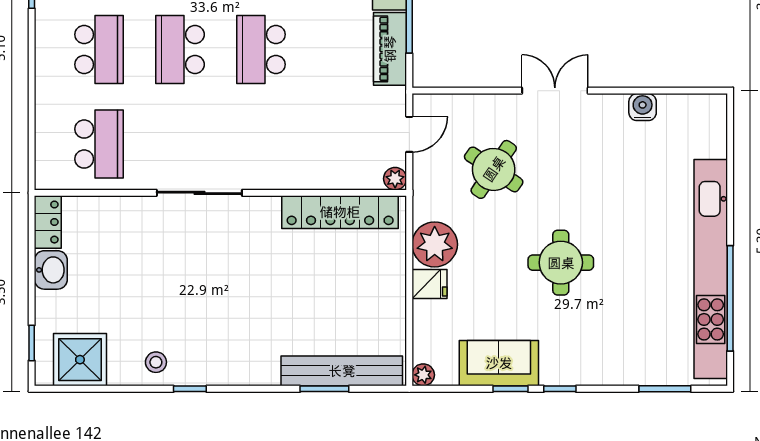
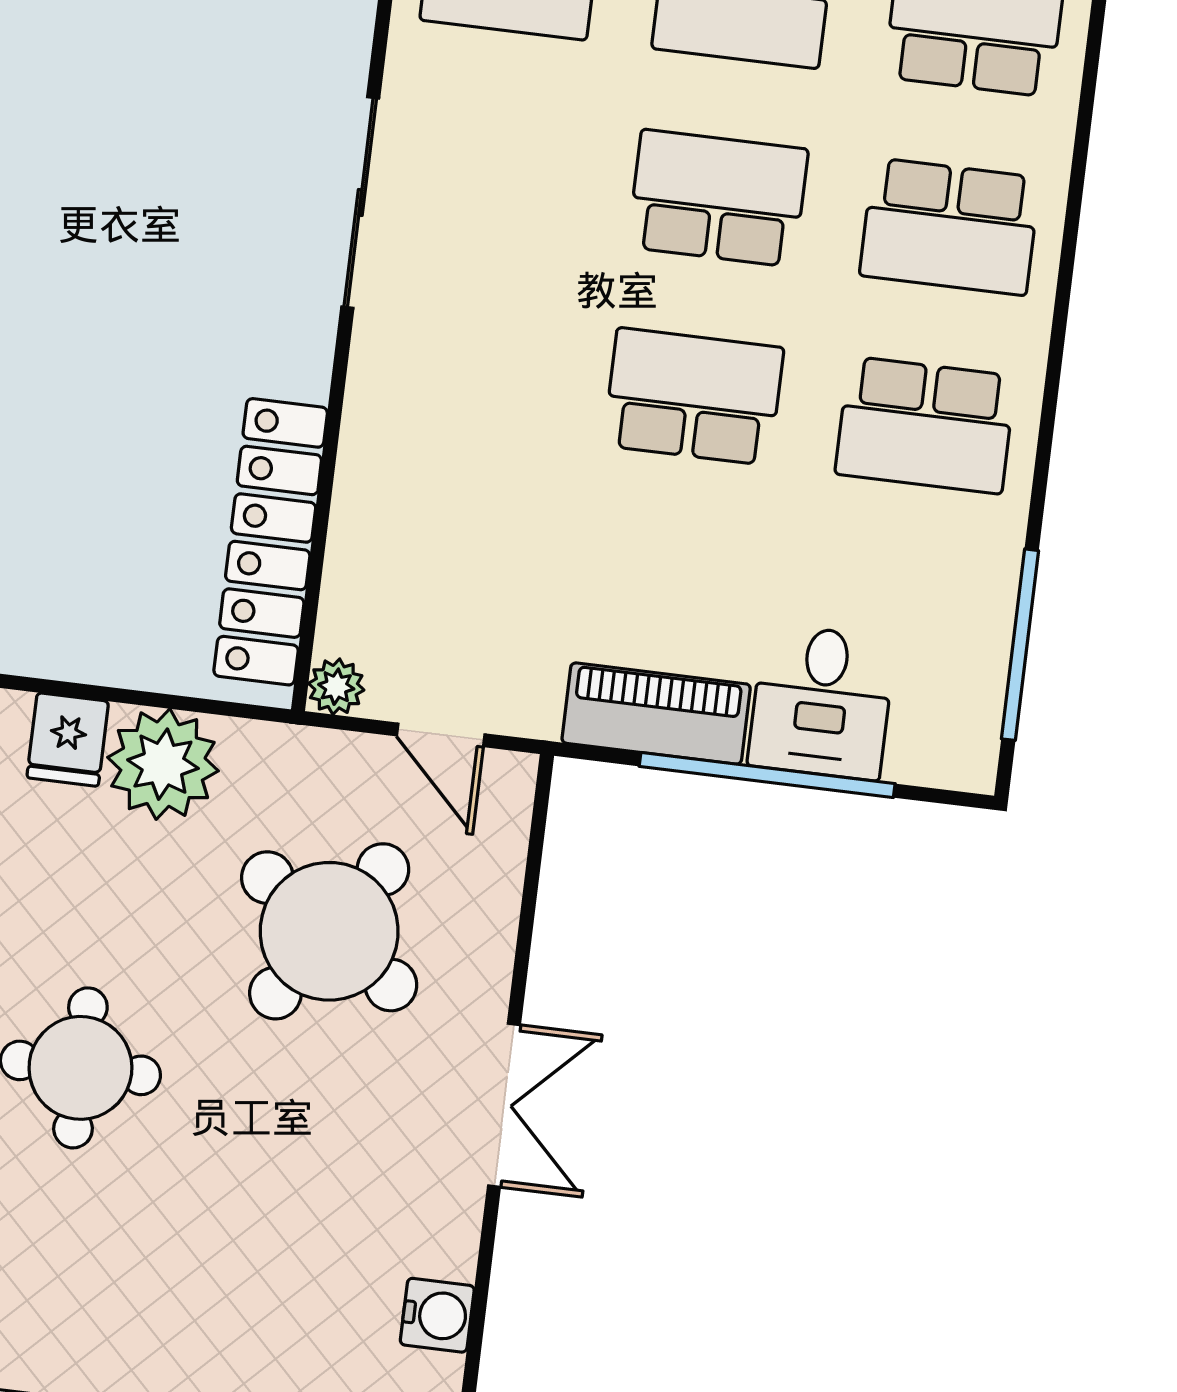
round table: (494, 169) -> (329, 931), width x1.36, depth x1.36

